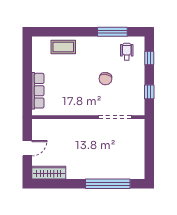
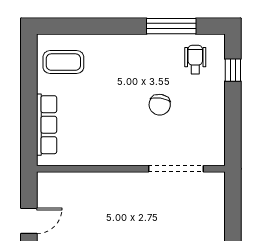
coffee table: (63, 47) -> (63, 62), moved
window: (149, 92) -> (233, 127), removed

